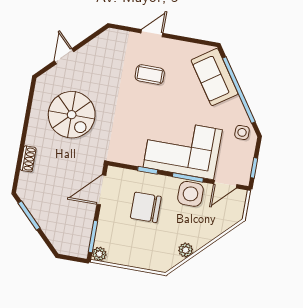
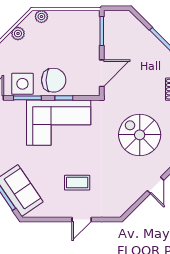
corner sofa: (183, 148) -> (59, 123), moved
chair: (146, 207) -> (54, 80), moved
plant: (99, 254) -> (41, 17), moved

